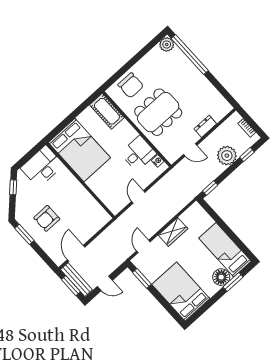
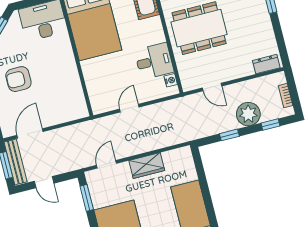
dresser: (205, 126) -> (266, 64), moved
window: (210, 188) -> (229, 135), moved

